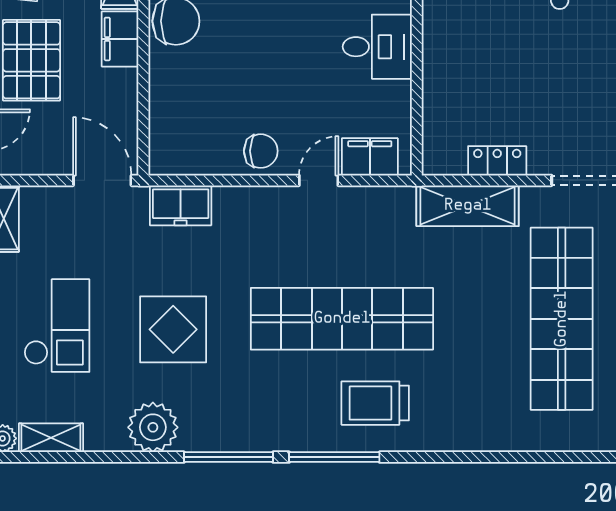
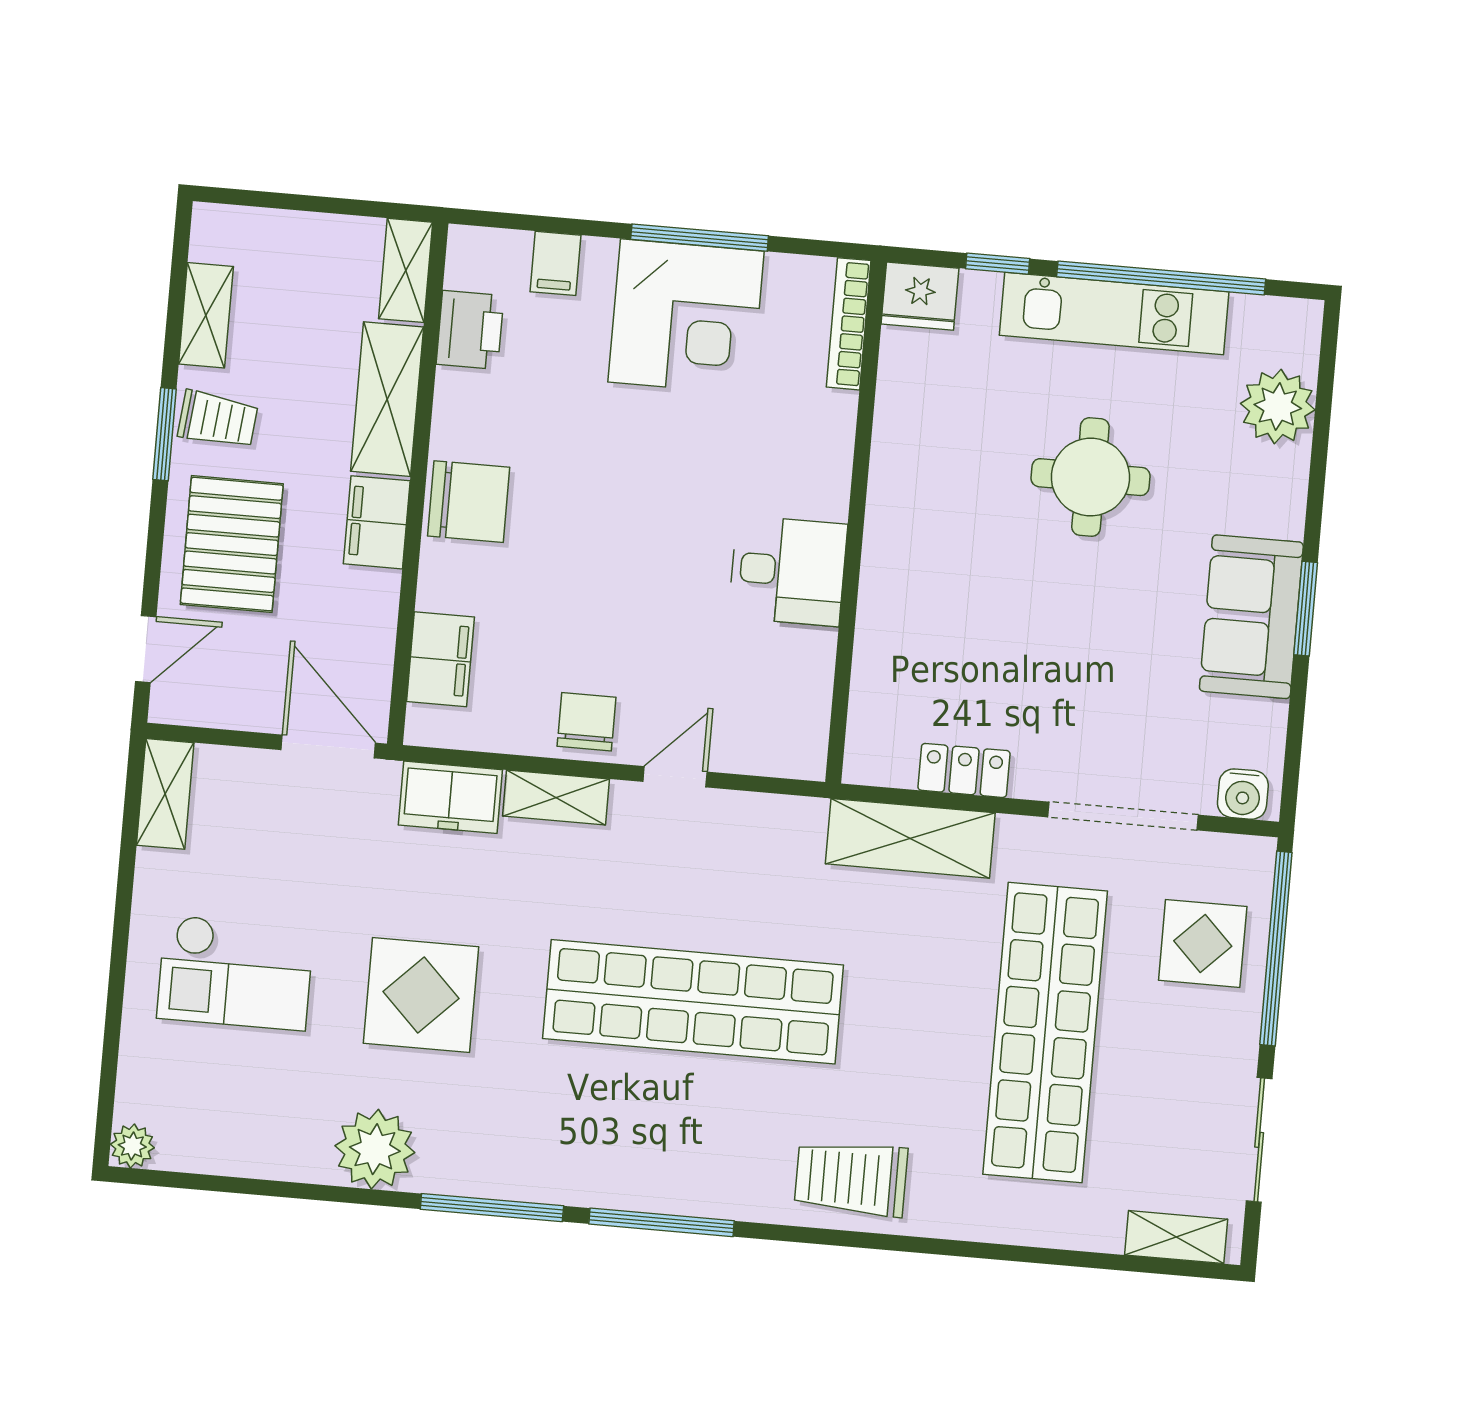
chair: (261, 151) -> (586, 722), turned -90
filing cabinet: (370, 157) -> (440, 659), moved, turned 90
checkout: (57, 326) -> (235, 973), turned 90
trolley: (375, 403) -> (851, 1178), moved
shelving: (51, 438) -> (556, 798), moved

